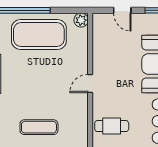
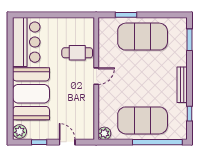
cafe table: (112, 126) -> (77, 53), moved
exercise mat: (39, 127) -> (143, 37), width x2.00, depth x1.45

